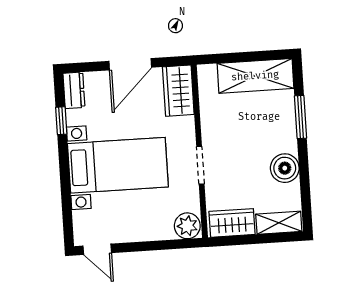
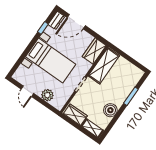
door: (130, 64) -> (76, 22), moved
shelving: (255, 76) -> (104, 66), moved, turned 90
plant: (187, 226) -> (47, 95), moved
door: (97, 249) -> (27, 91), moved

